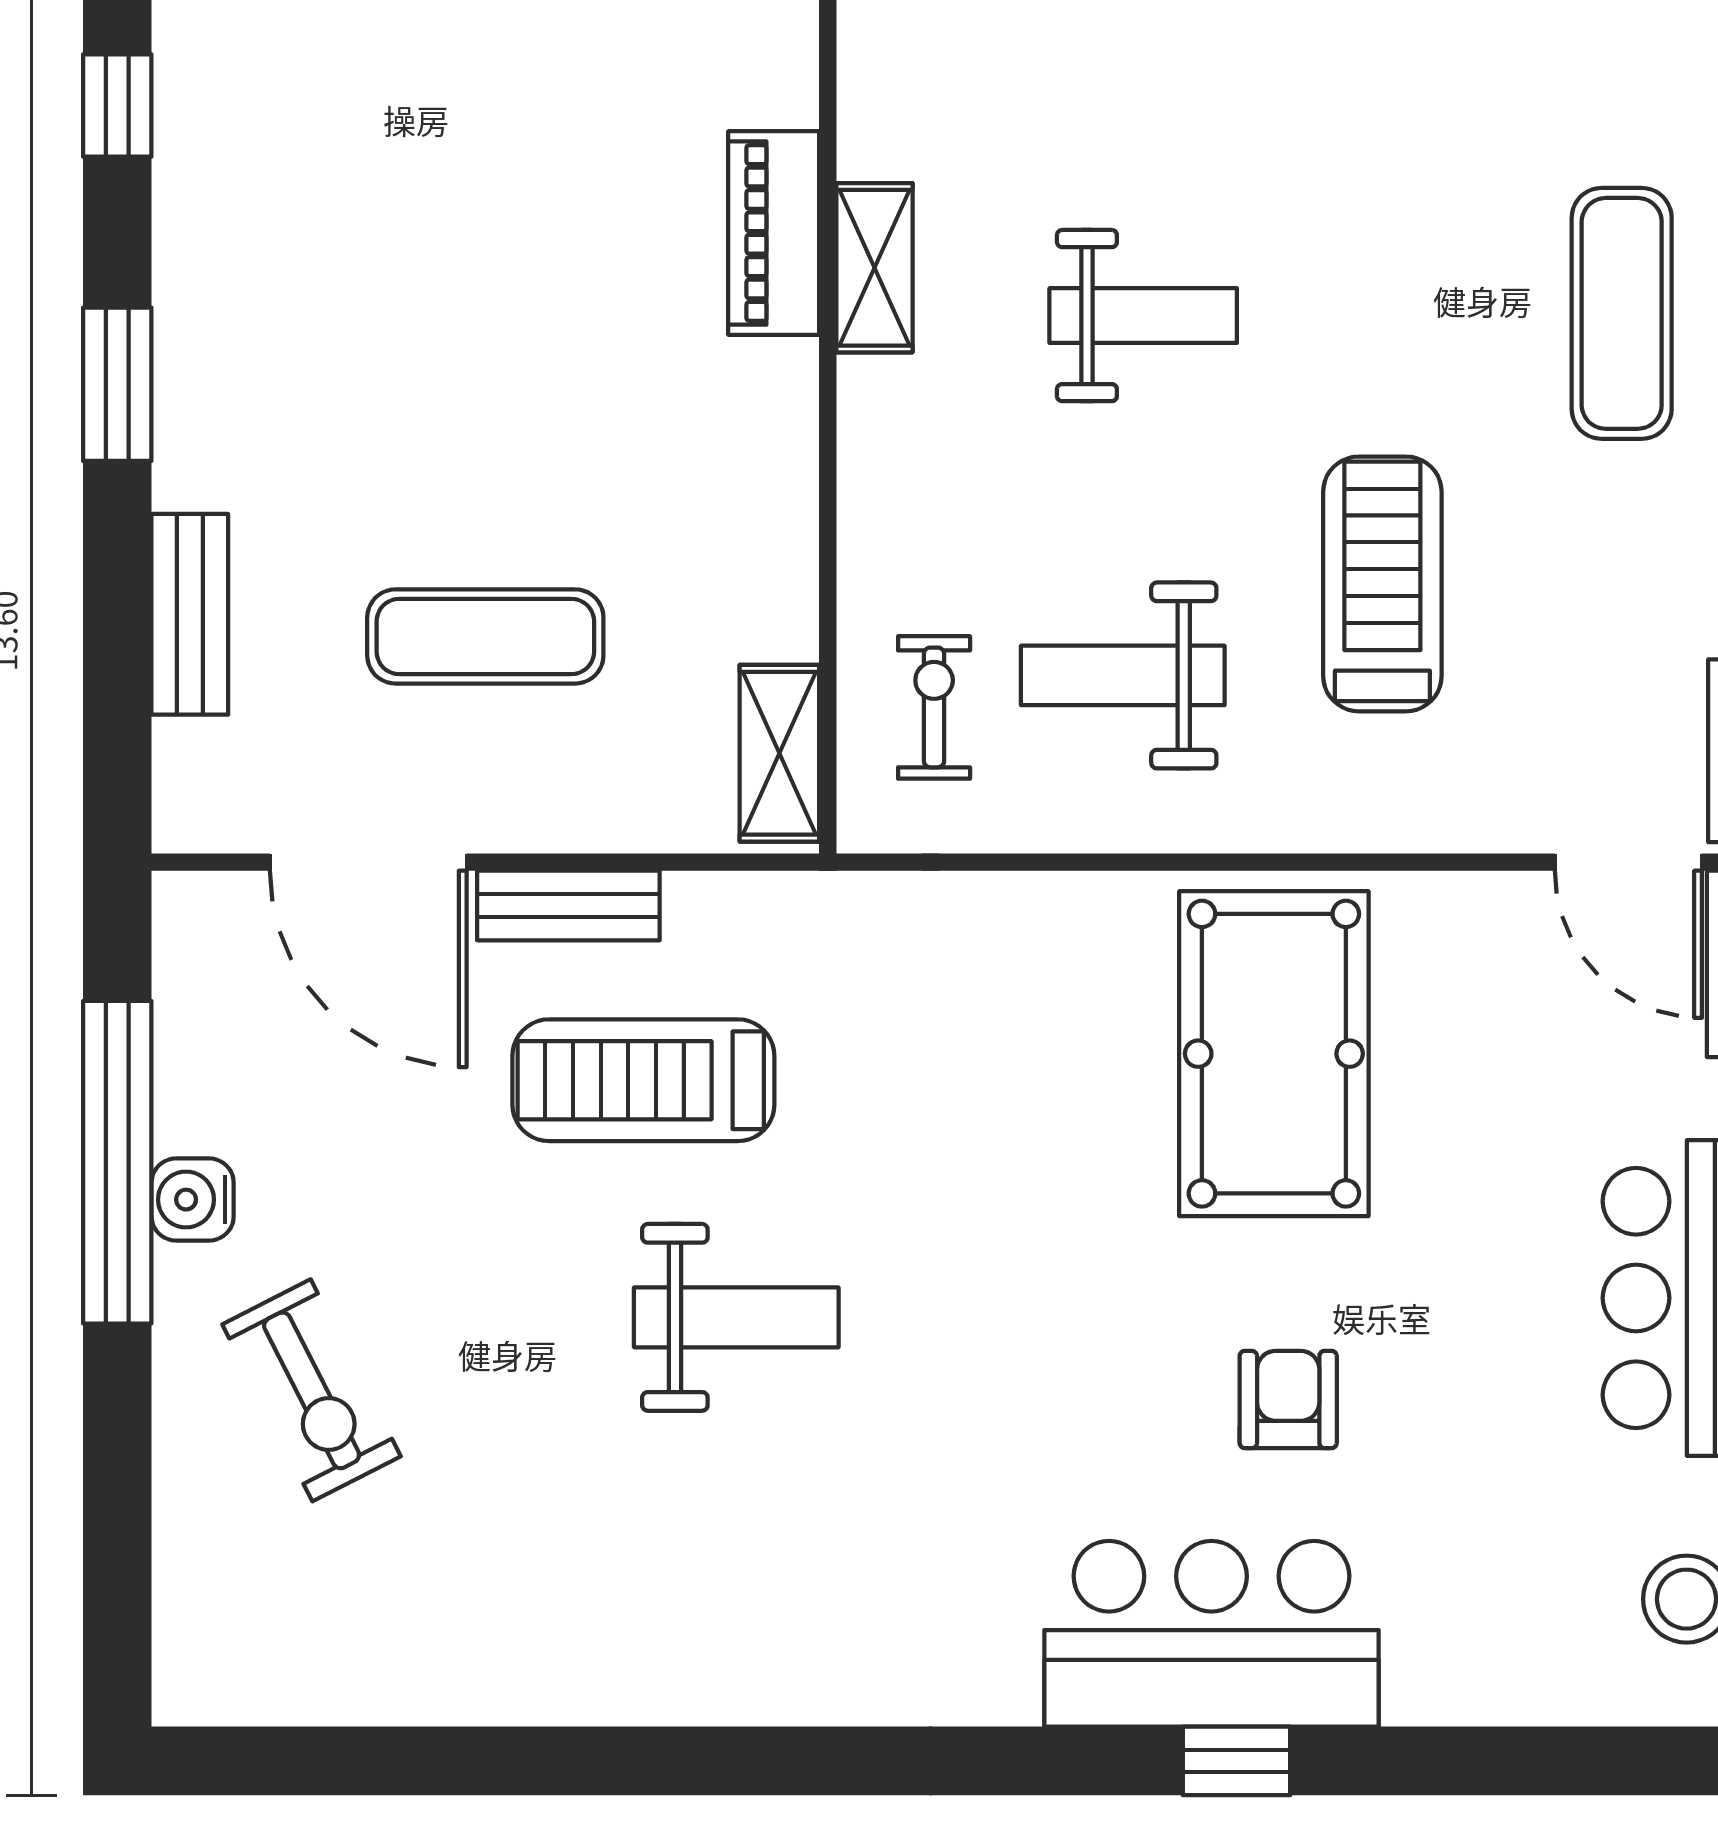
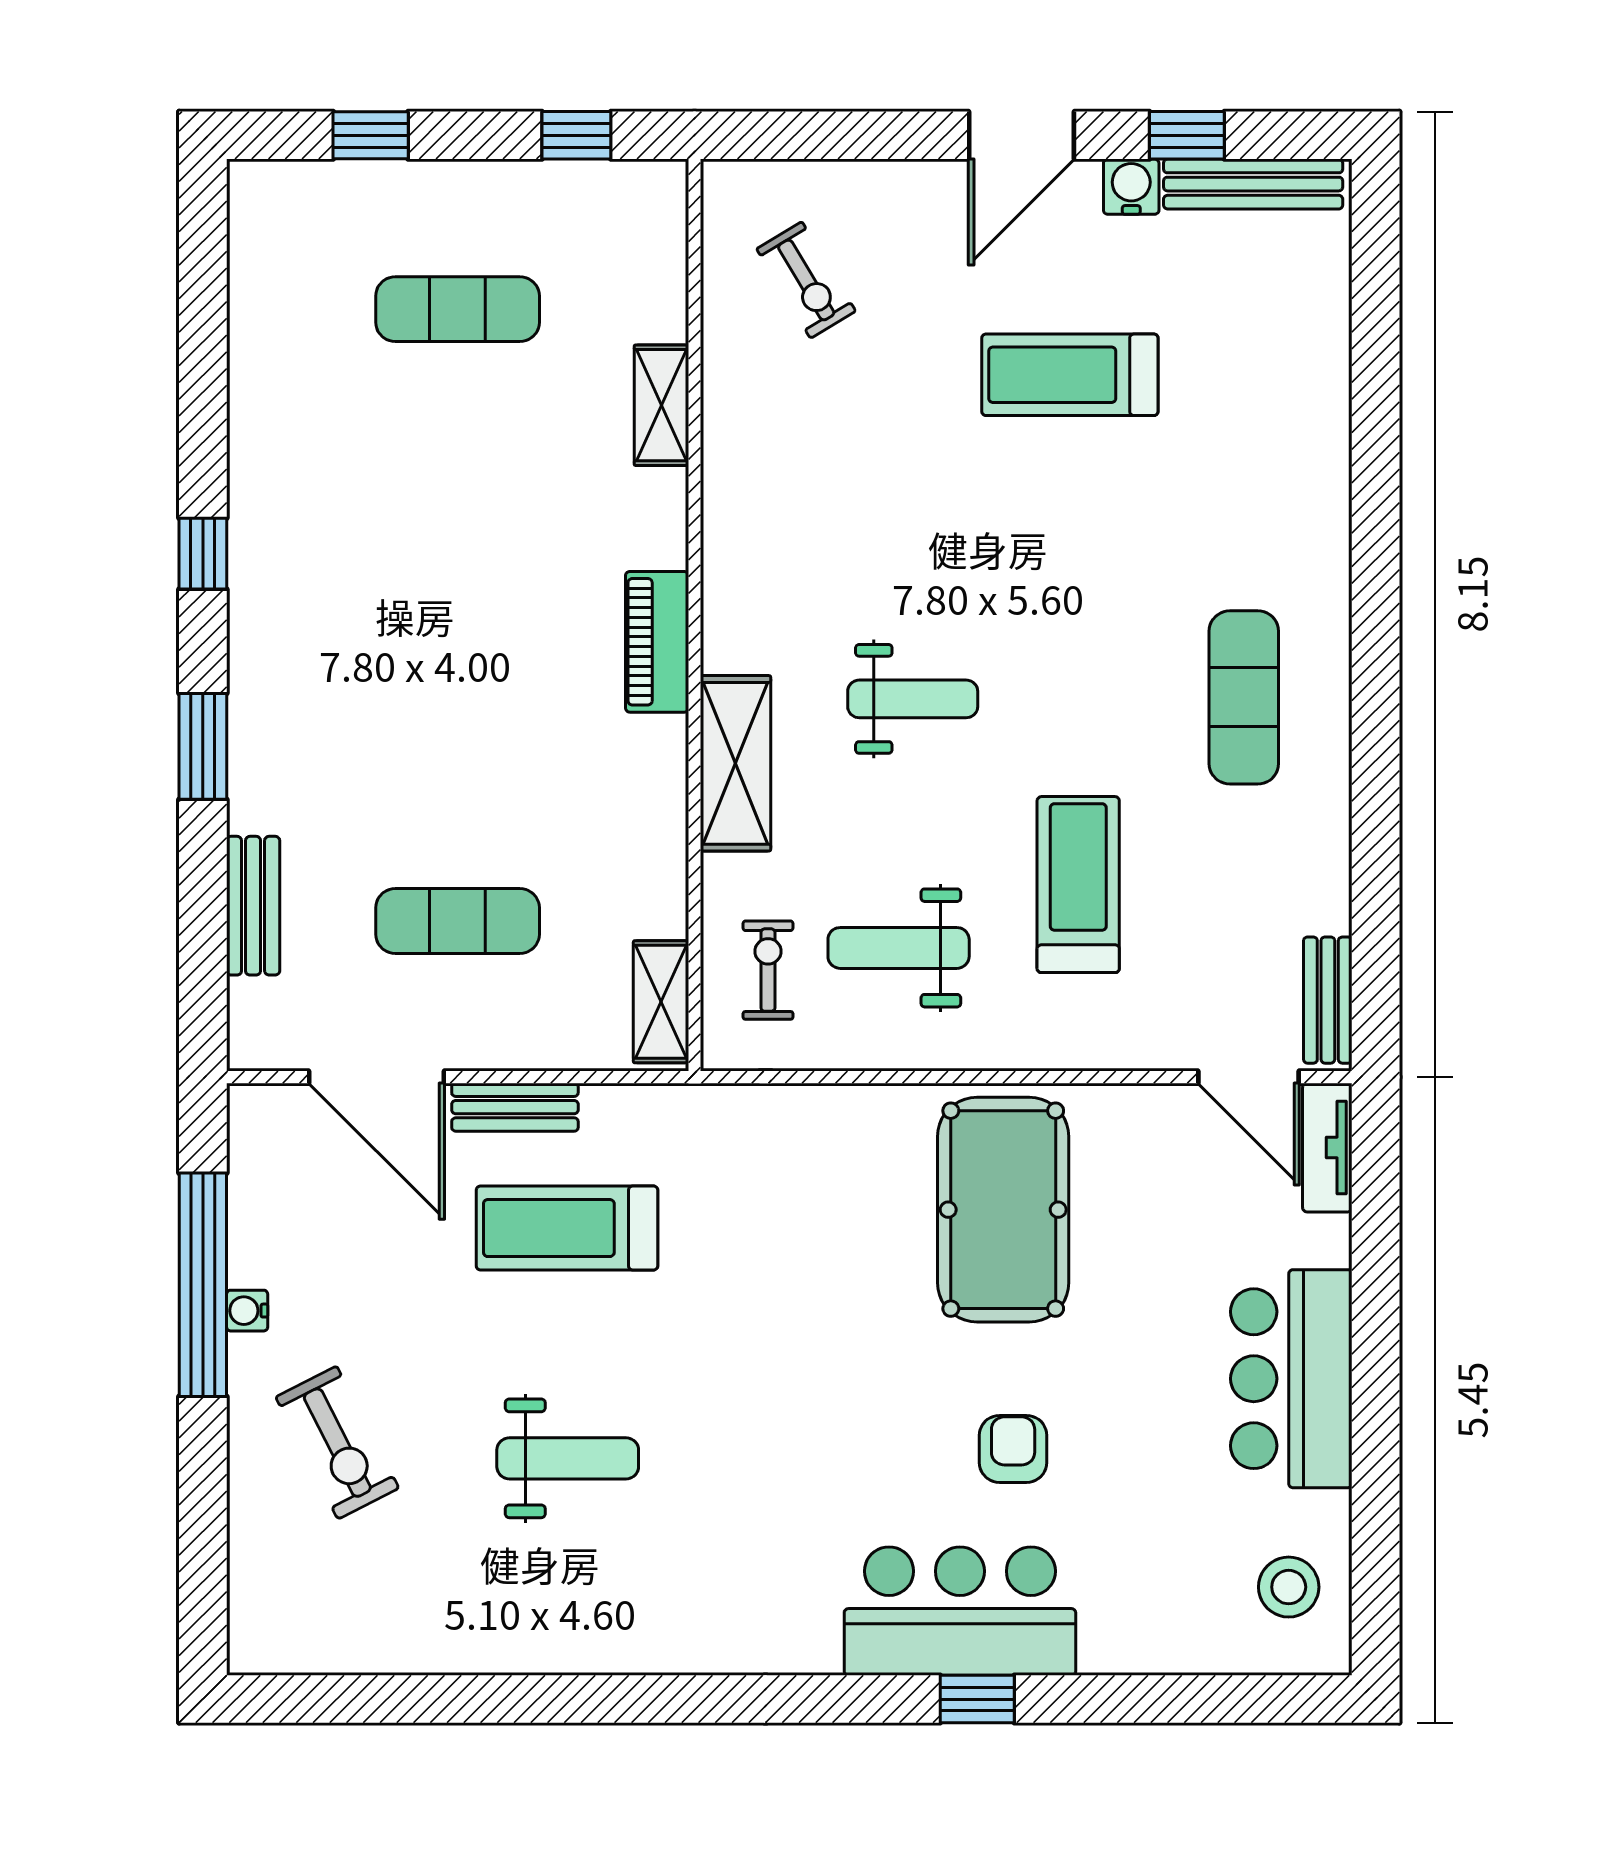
shelving: (874, 268) -> (736, 763), moved, width x1.50, depth x1.33
water cooler: (193, 1200) -> (247, 1311), width x0.72, depth x0.72
weight bench: (736, 1317) -> (568, 1458), moved

